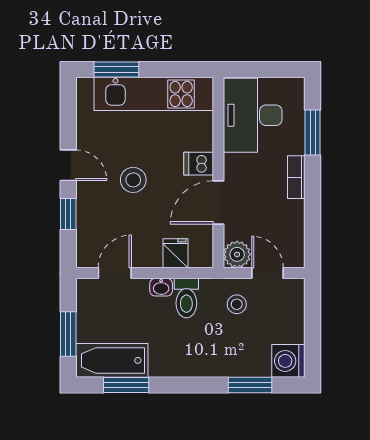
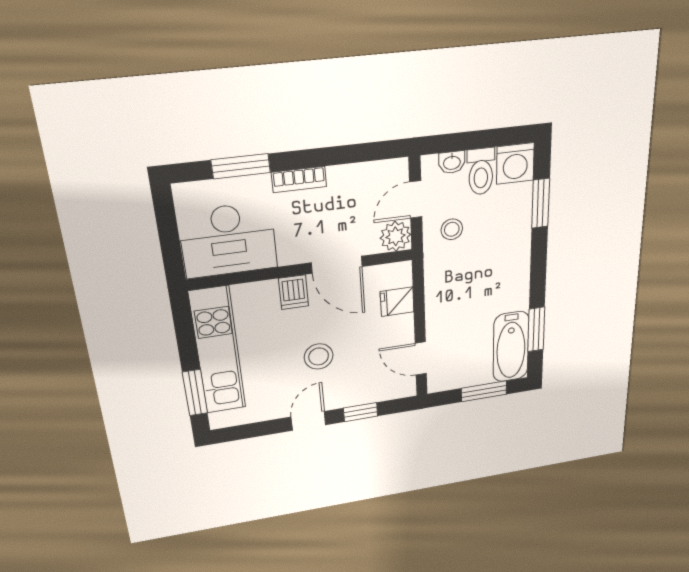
washbasin: (161, 287) -> (452, 162), moved, turned 90
toilet: (186, 298) -> (481, 172), moved, turned 90

